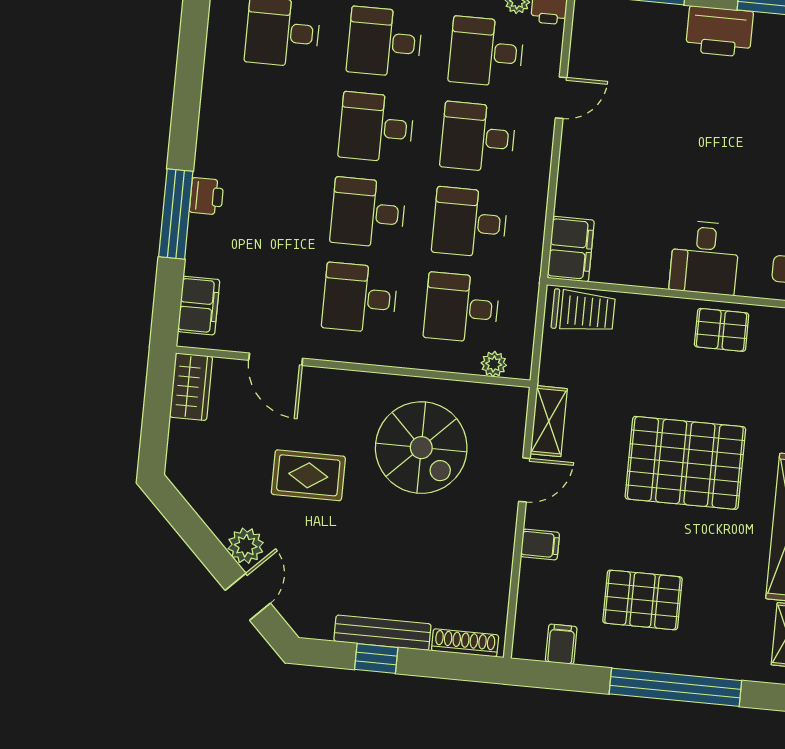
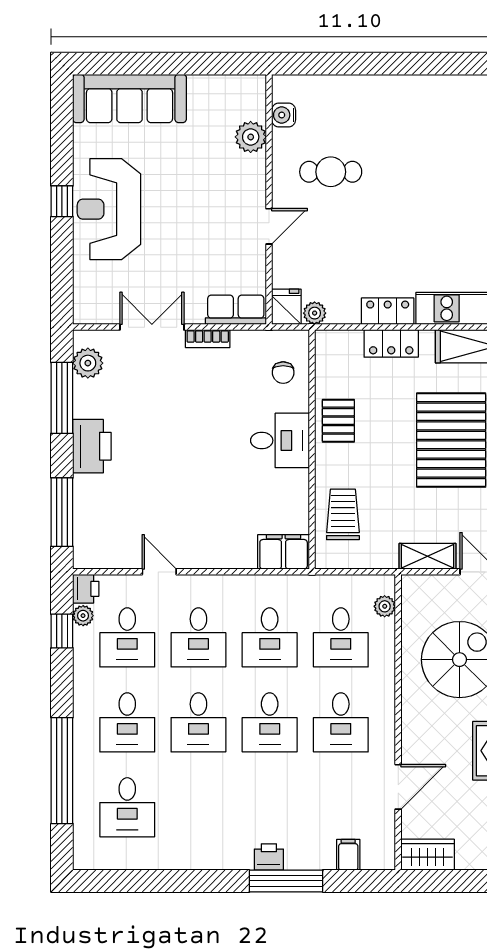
filing cabinet: (199, 306) -> (348, 855), width x0.50
trolley: (583, 311) -> (343, 514), moved

